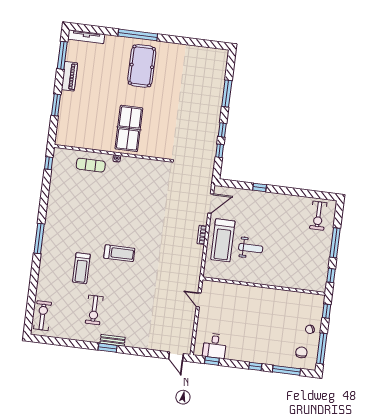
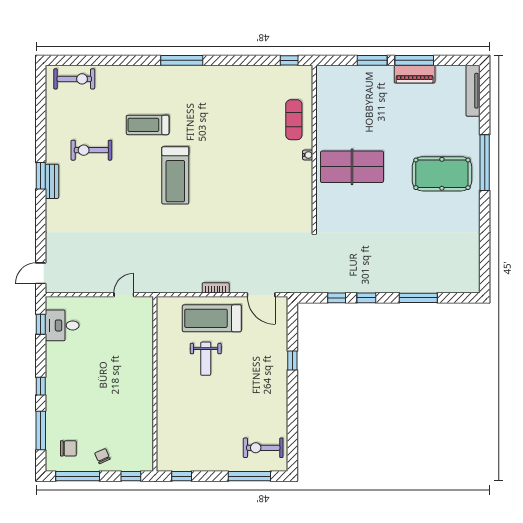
window: (62, 55) -> (414, 60), moved
window: (335, 243) -> (249, 476), moved
treadmill: (119, 253) -> (175, 175), width x1.37, depth x1.38

